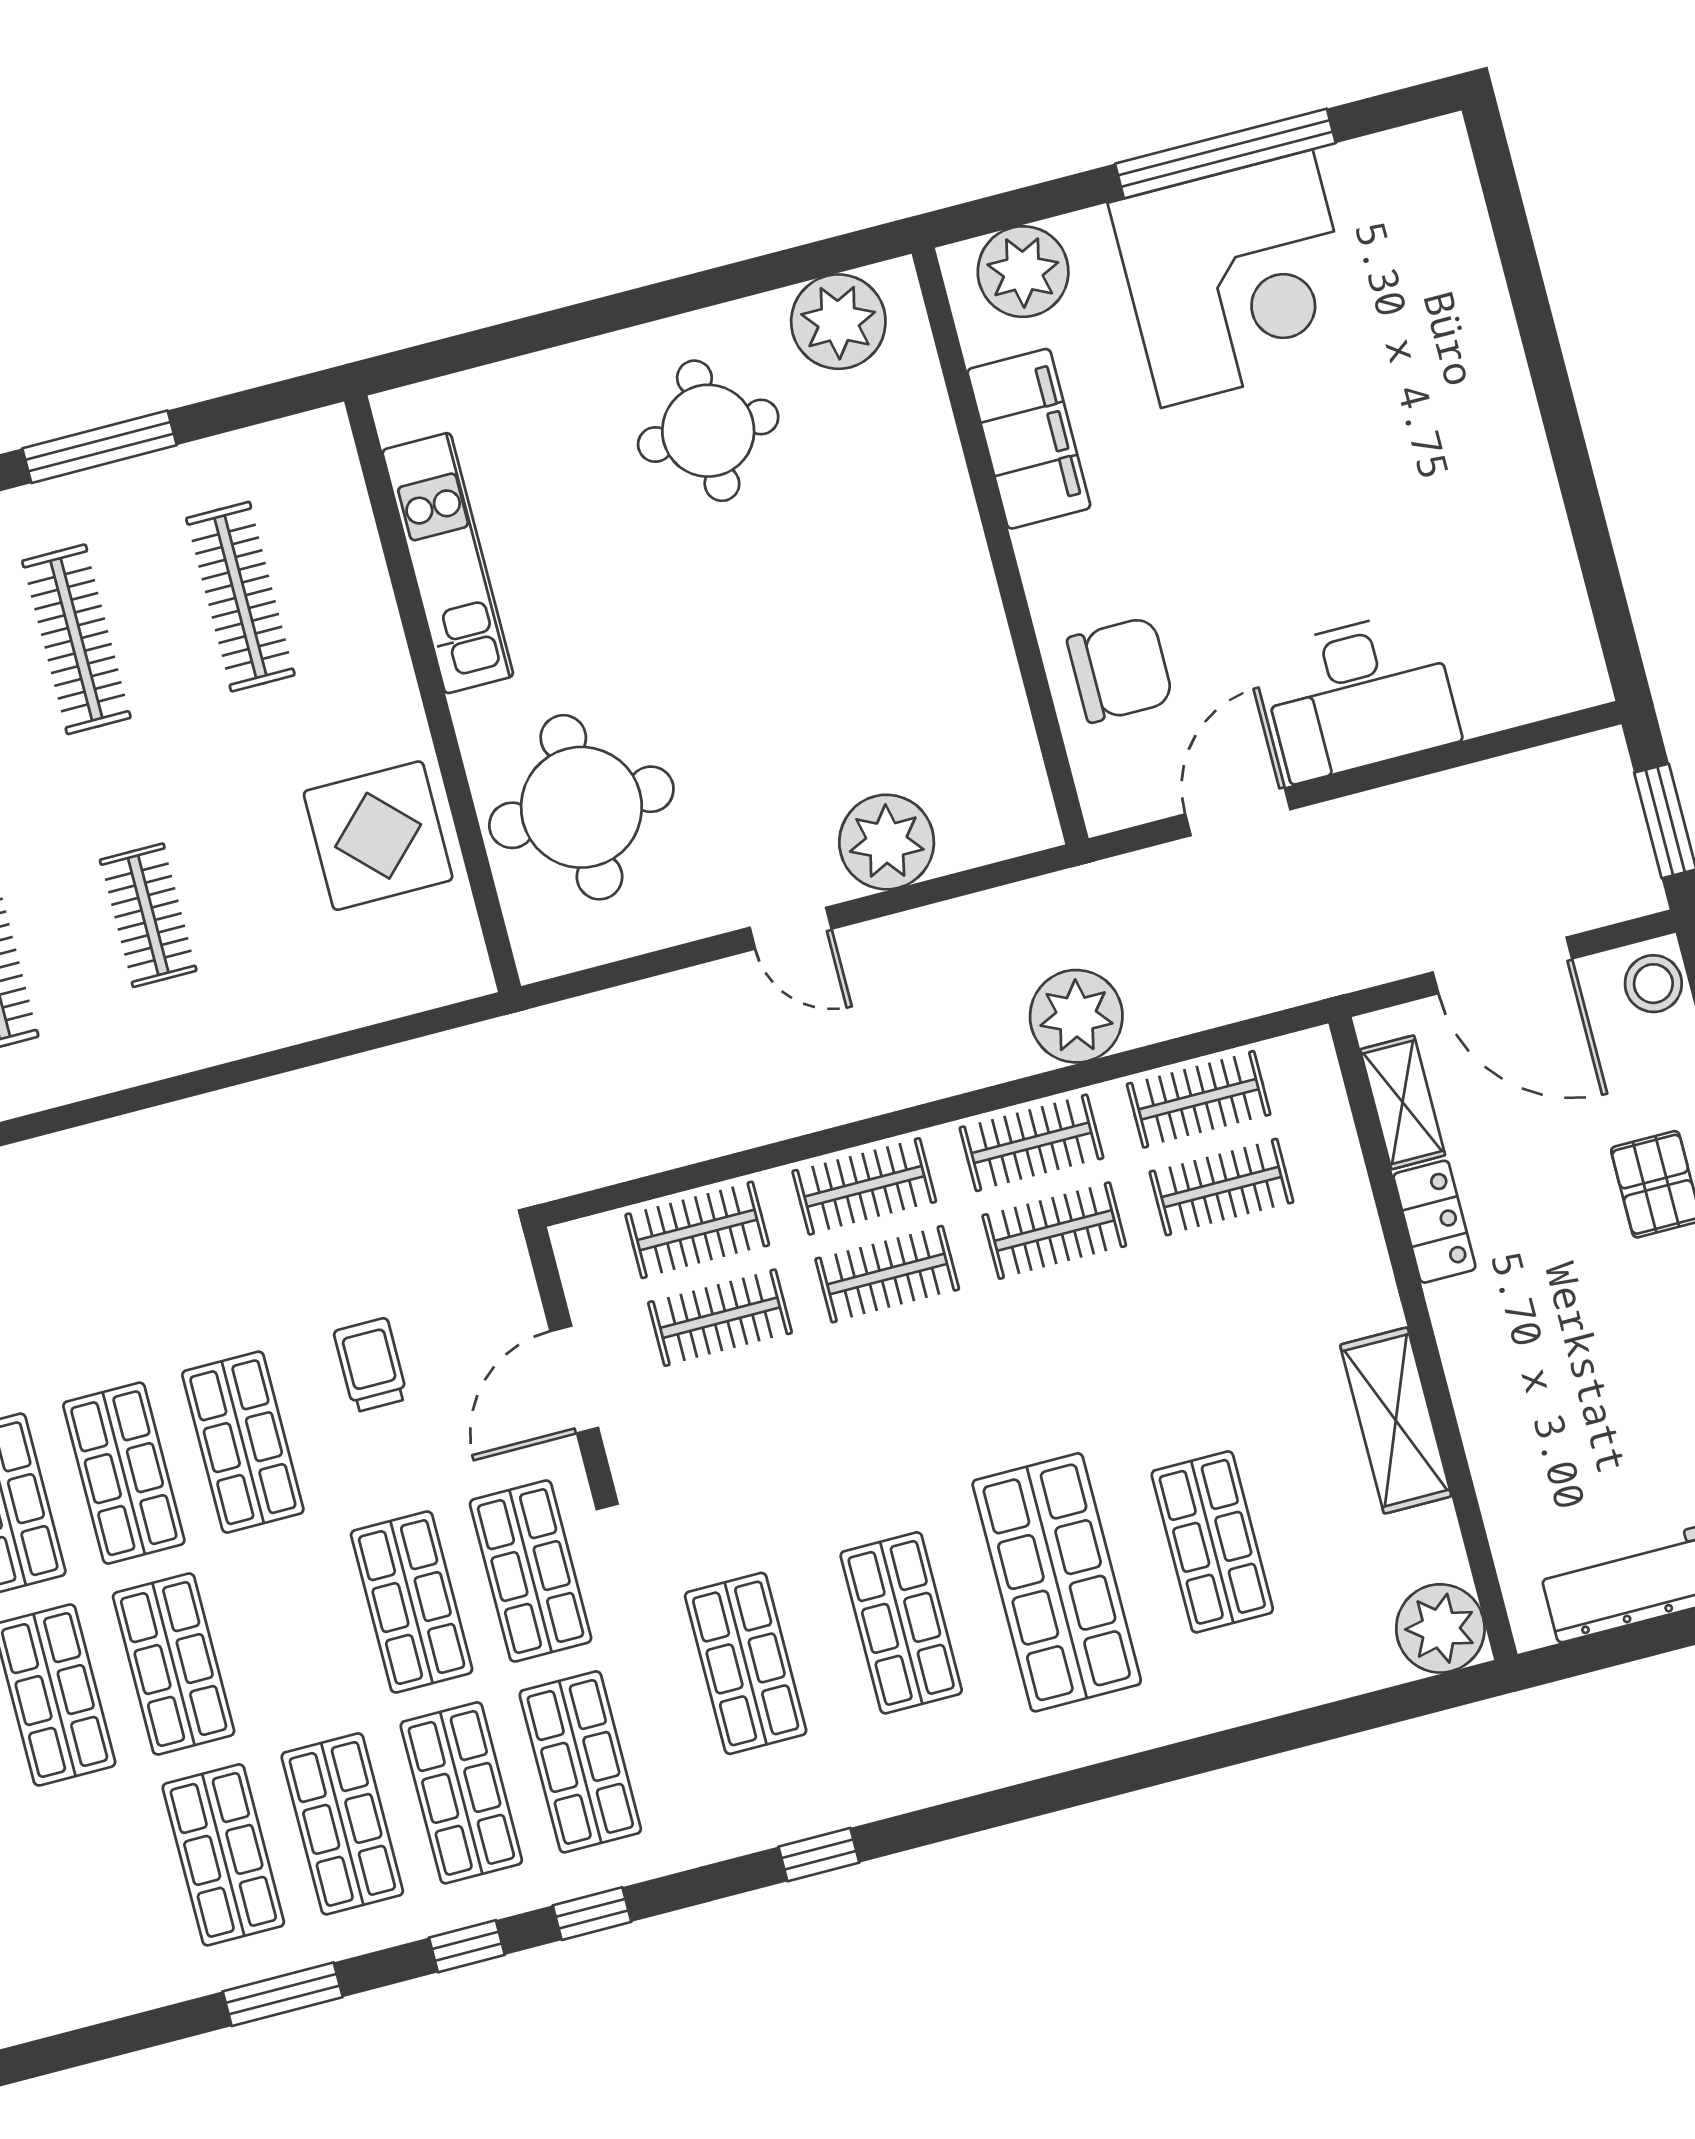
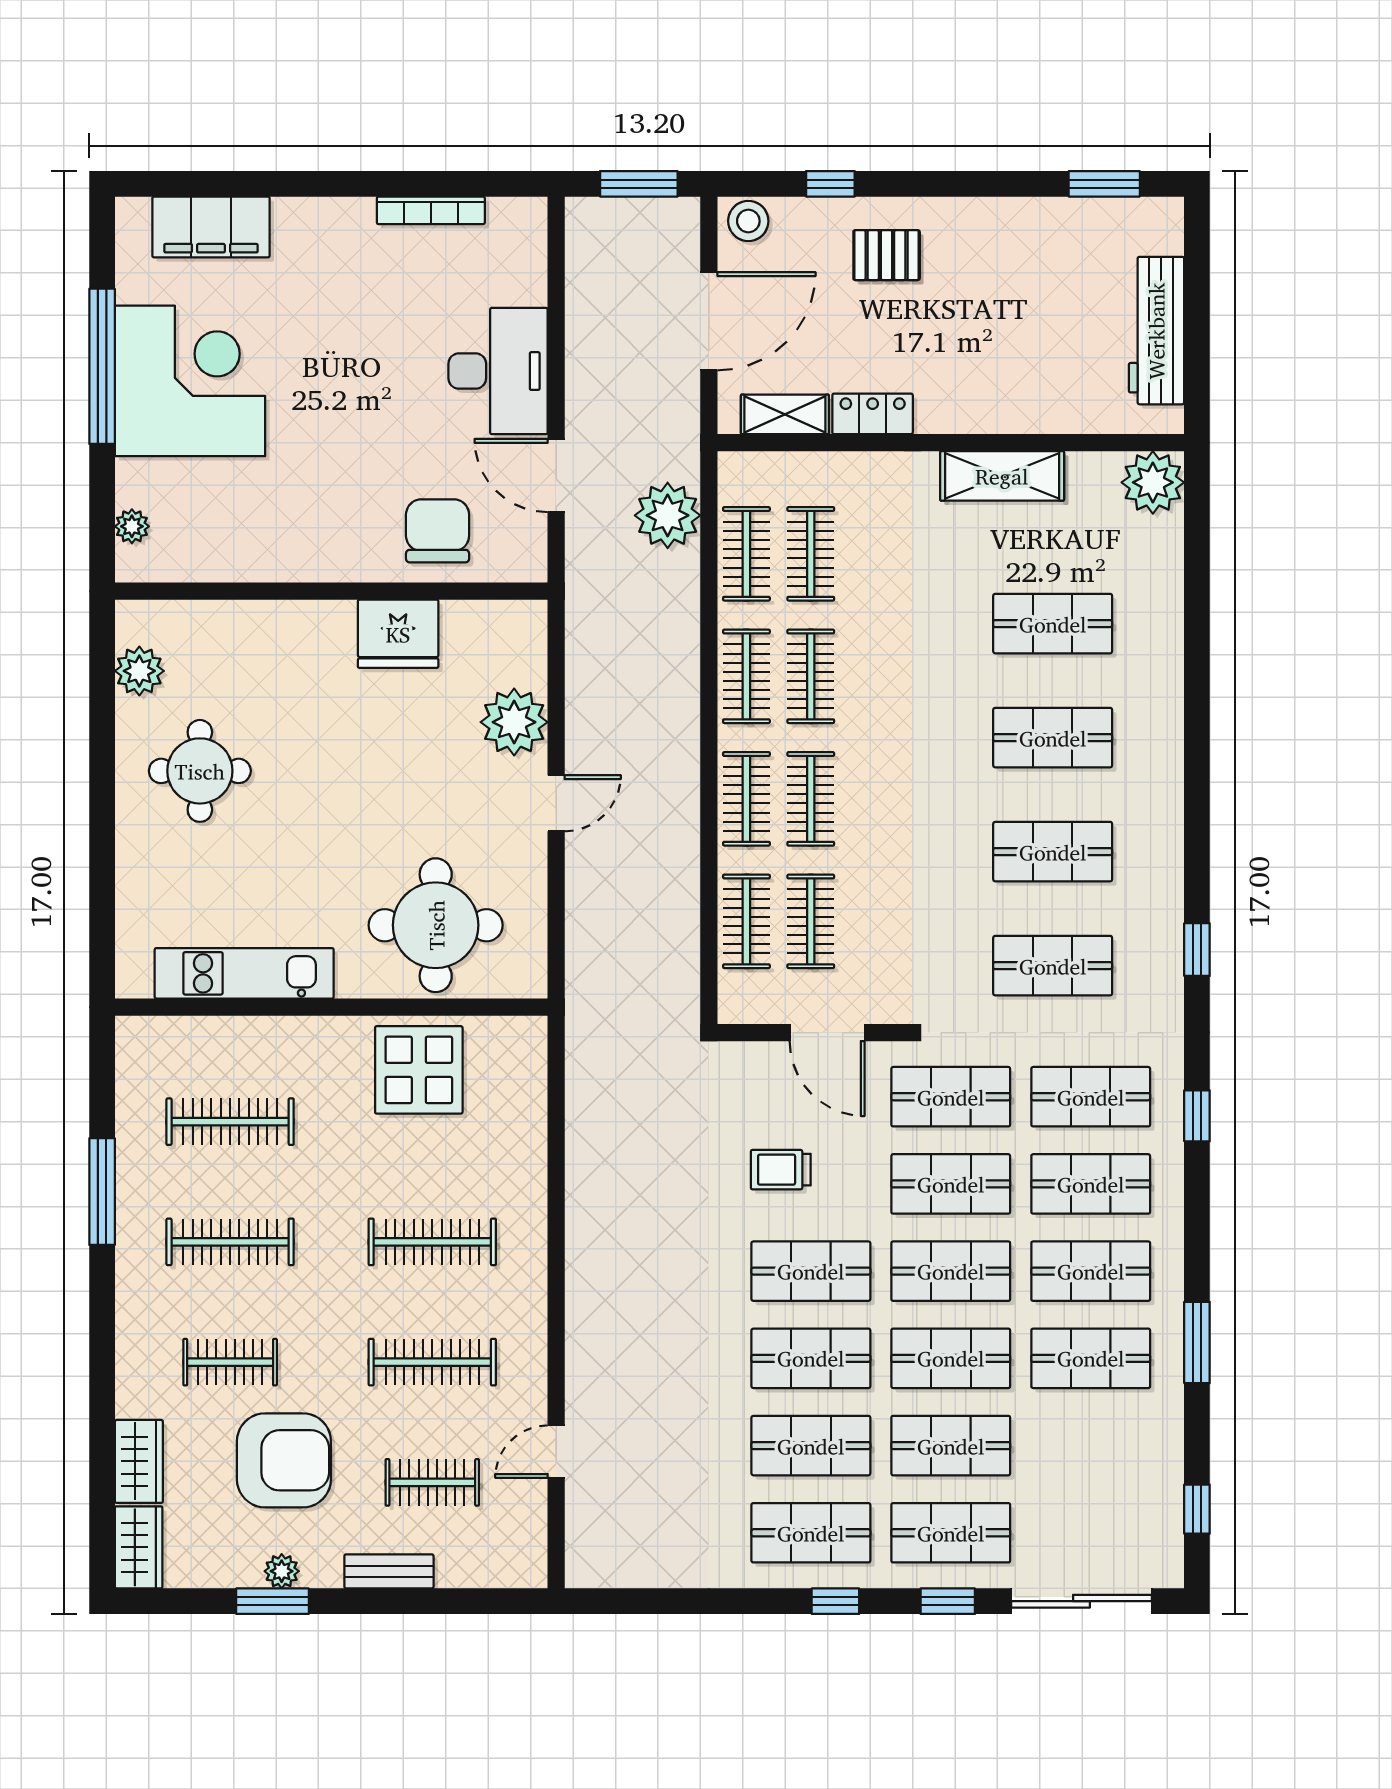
plant: (1023, 272) -> (132, 526), width x0.53, depth x0.53
plant: (838, 322) -> (139, 671), width x0.73, depth x0.73
filing cabinet: (1029, 439) -> (211, 227), moved, turned 180
bookcase: (1555, 547) -> (431, 210), added
fridge: (966, 653) -> (398, 634), added
clothes rail: (148, 915) -> (432, 1242), width x1.36
plant: (1076, 1016) -> (668, 515), moved
shop shelf: (1057, 1582) -> (1053, 738), width x0.70, depth x0.74
shop shelf: (293, 1633) -> (951, 1271), added
window: (467, 1946) -> (1197, 1509), moved

